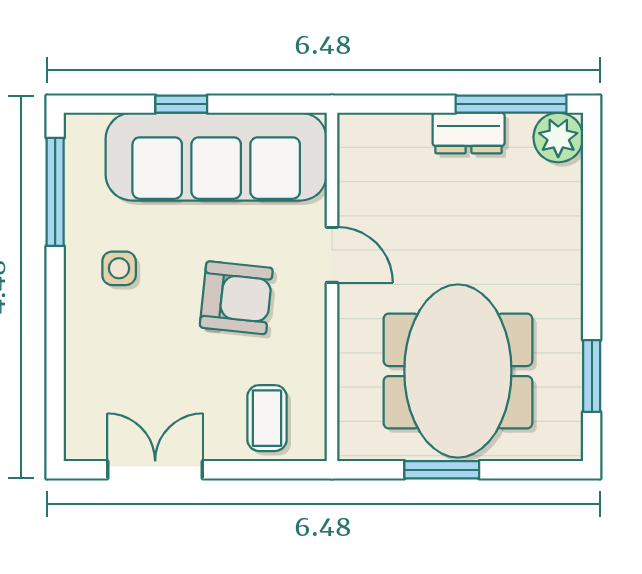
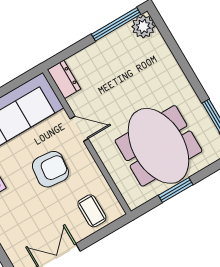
dresser: (469, 133) -> (64, 79), moved, turned -90

